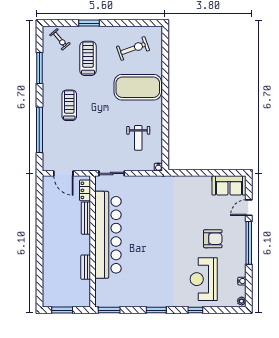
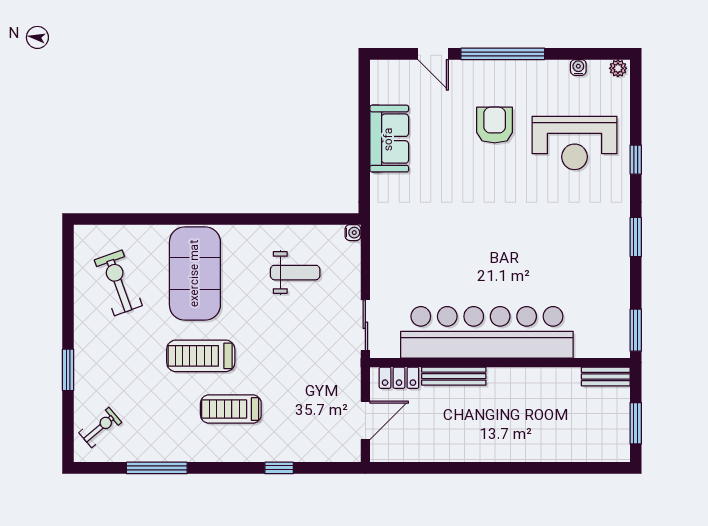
treadmill: (88, 58) -> (201, 356), moved
window: (39, 130) -> (279, 468), width x0.32
sofa: (229, 185) -> (389, 139), moved
bench: (86, 267) -> (606, 377), moved

